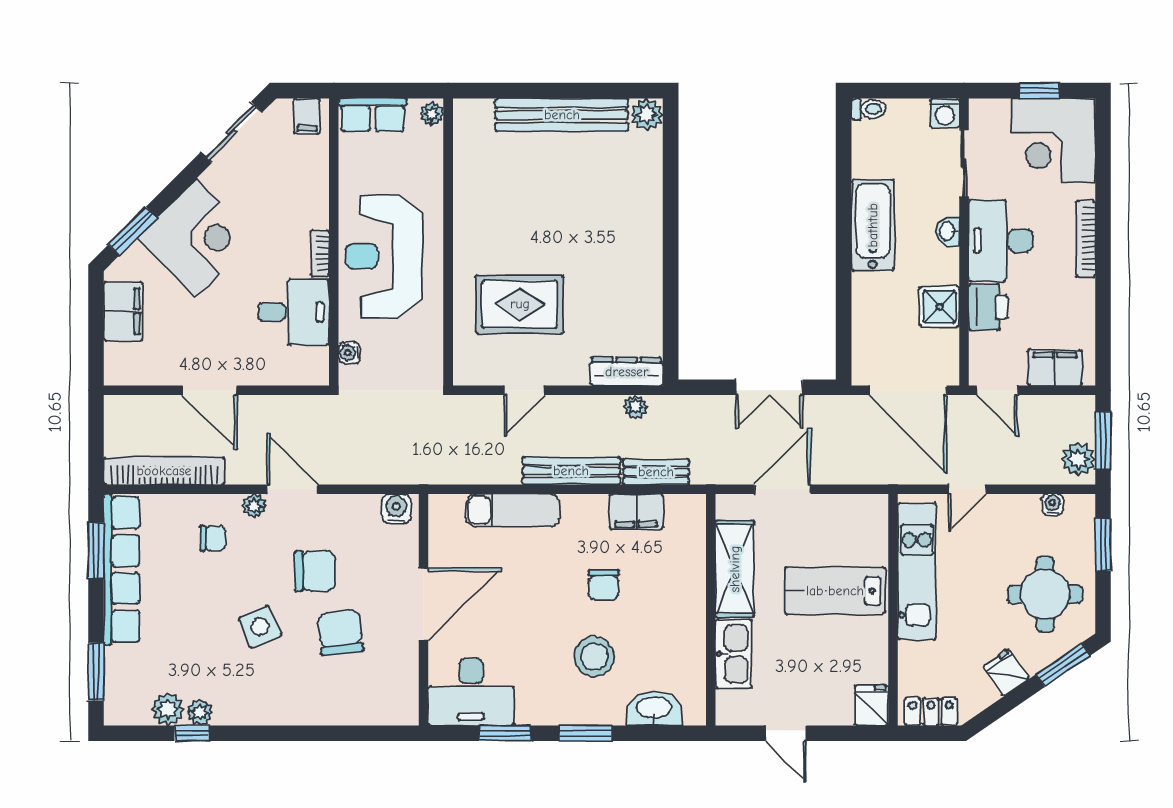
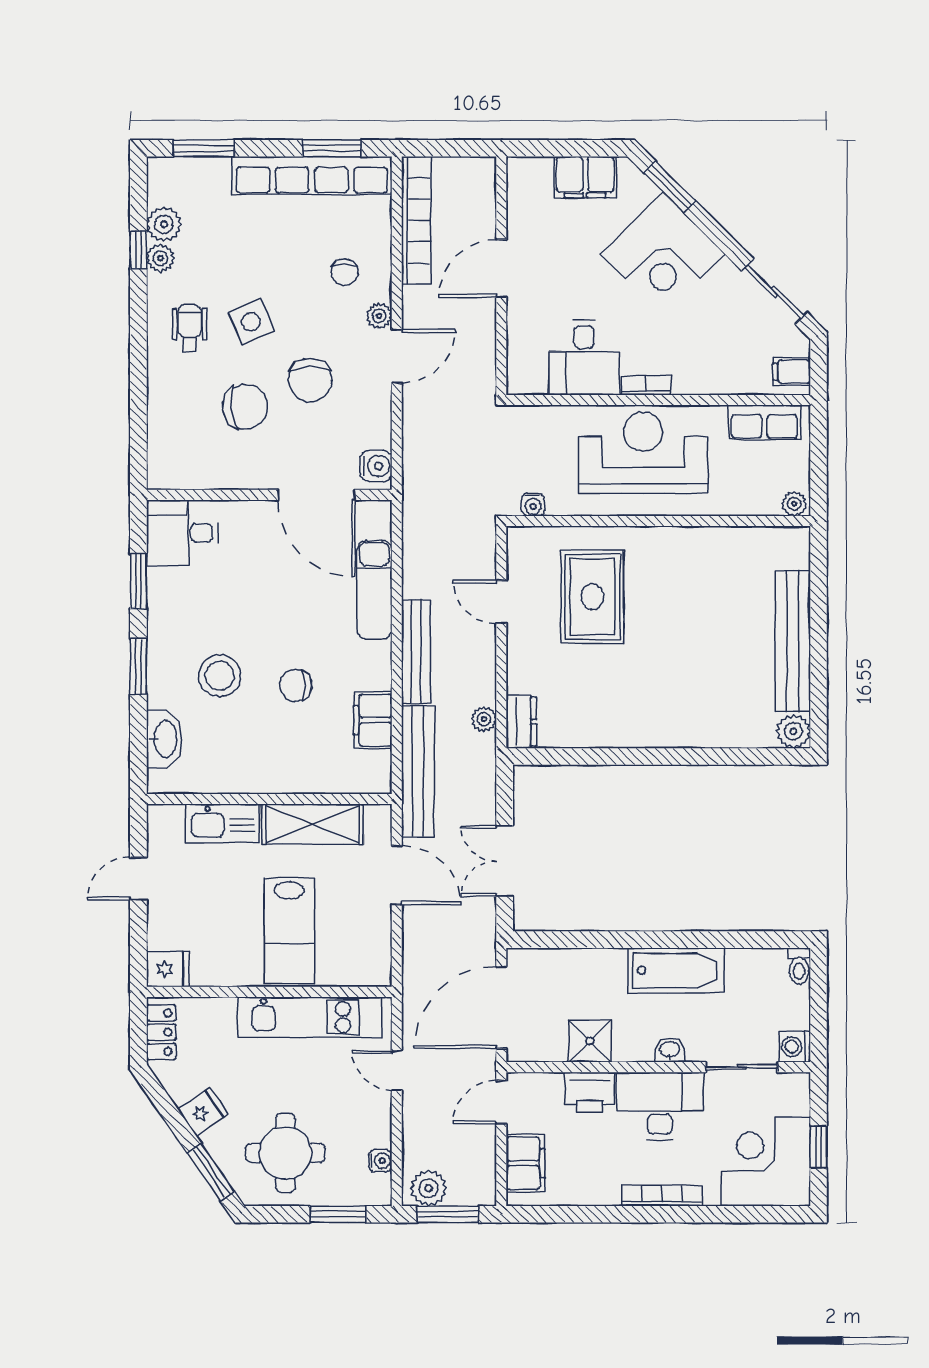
row of seats: (373, 115) -> (764, 422), moved, turned -90
water cooler: (349, 353) -> (533, 505), moved, turned 180
dresser: (627, 372) -> (521, 722), width x0.70
bench: (656, 472) -> (418, 771), width x1.86, depth x1.21
lab bench: (835, 591) -> (289, 931), turned 180
door: (423, 604) -> (317, 495), moved
wheelchair: (266, 685) -> (190, 328), added
desk: (471, 692) -> (182, 533), width x0.73

